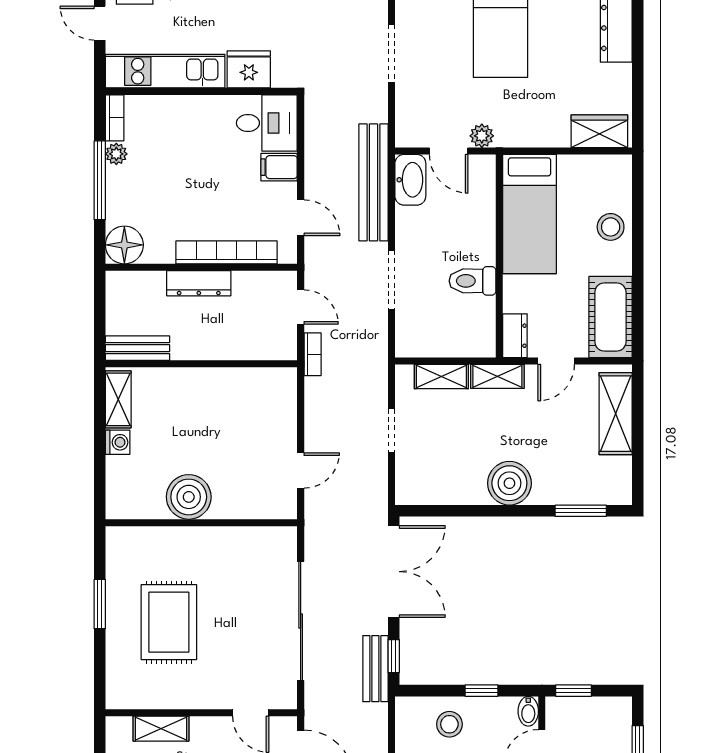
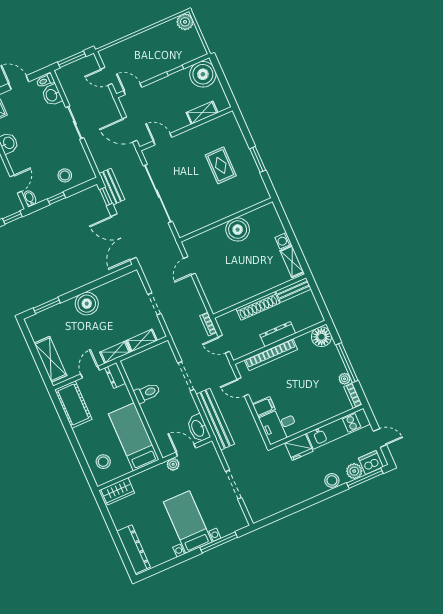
stool: (611, 227) -> (103, 462), moved
shoe rack: (212, 348) -> (258, 306), added
rug: (169, 622) -> (221, 165), width x0.73, depth x0.70

